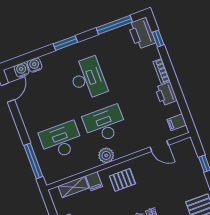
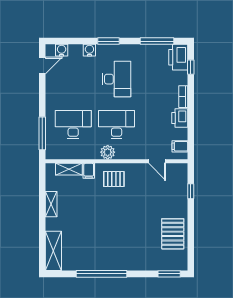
water cooler: (35, 65) -> (89, 50), moved

